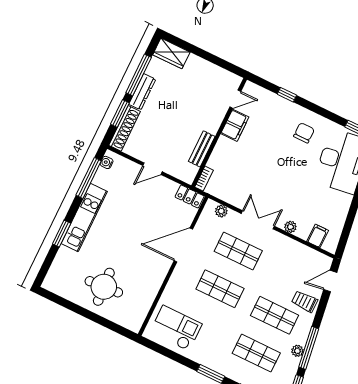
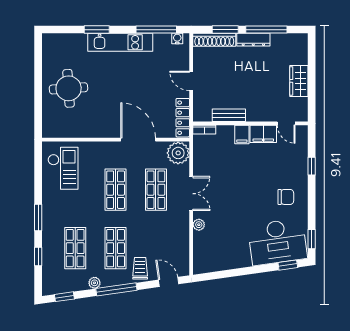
wardrobe: (171, 53) -> (299, 81), moved
locker: (190, 196) -> (183, 118), width x1.53
plant: (221, 211) -> (178, 153), width x1.88, depth x1.88
filing cabinet: (318, 236) -> (242, 135), moved, turned 90
window: (309, 348) -> (116, 289), moved

